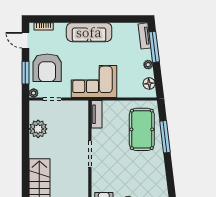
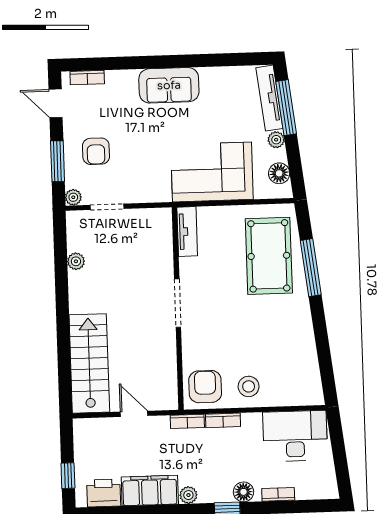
sofa: (89, 32) -> (169, 85), width x0.73
tv unit: (144, 36) -> (269, 98), width x1.41
armchair: (47, 68) -> (96, 151), width x0.53, depth x0.53
corner sofa: (94, 81) -> (212, 172), moved
plant: (38, 129) -> (76, 261), width x0.53, depth x0.53

